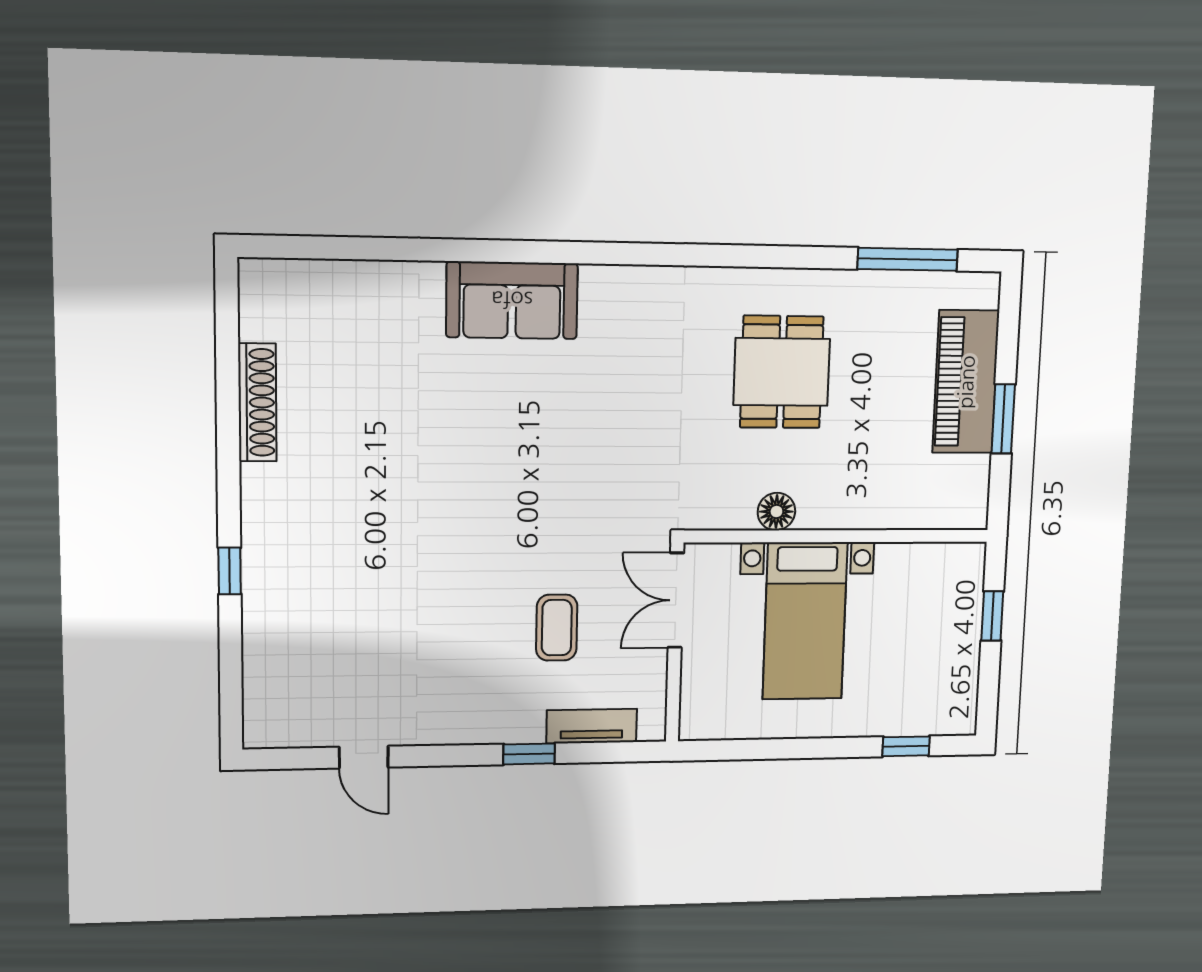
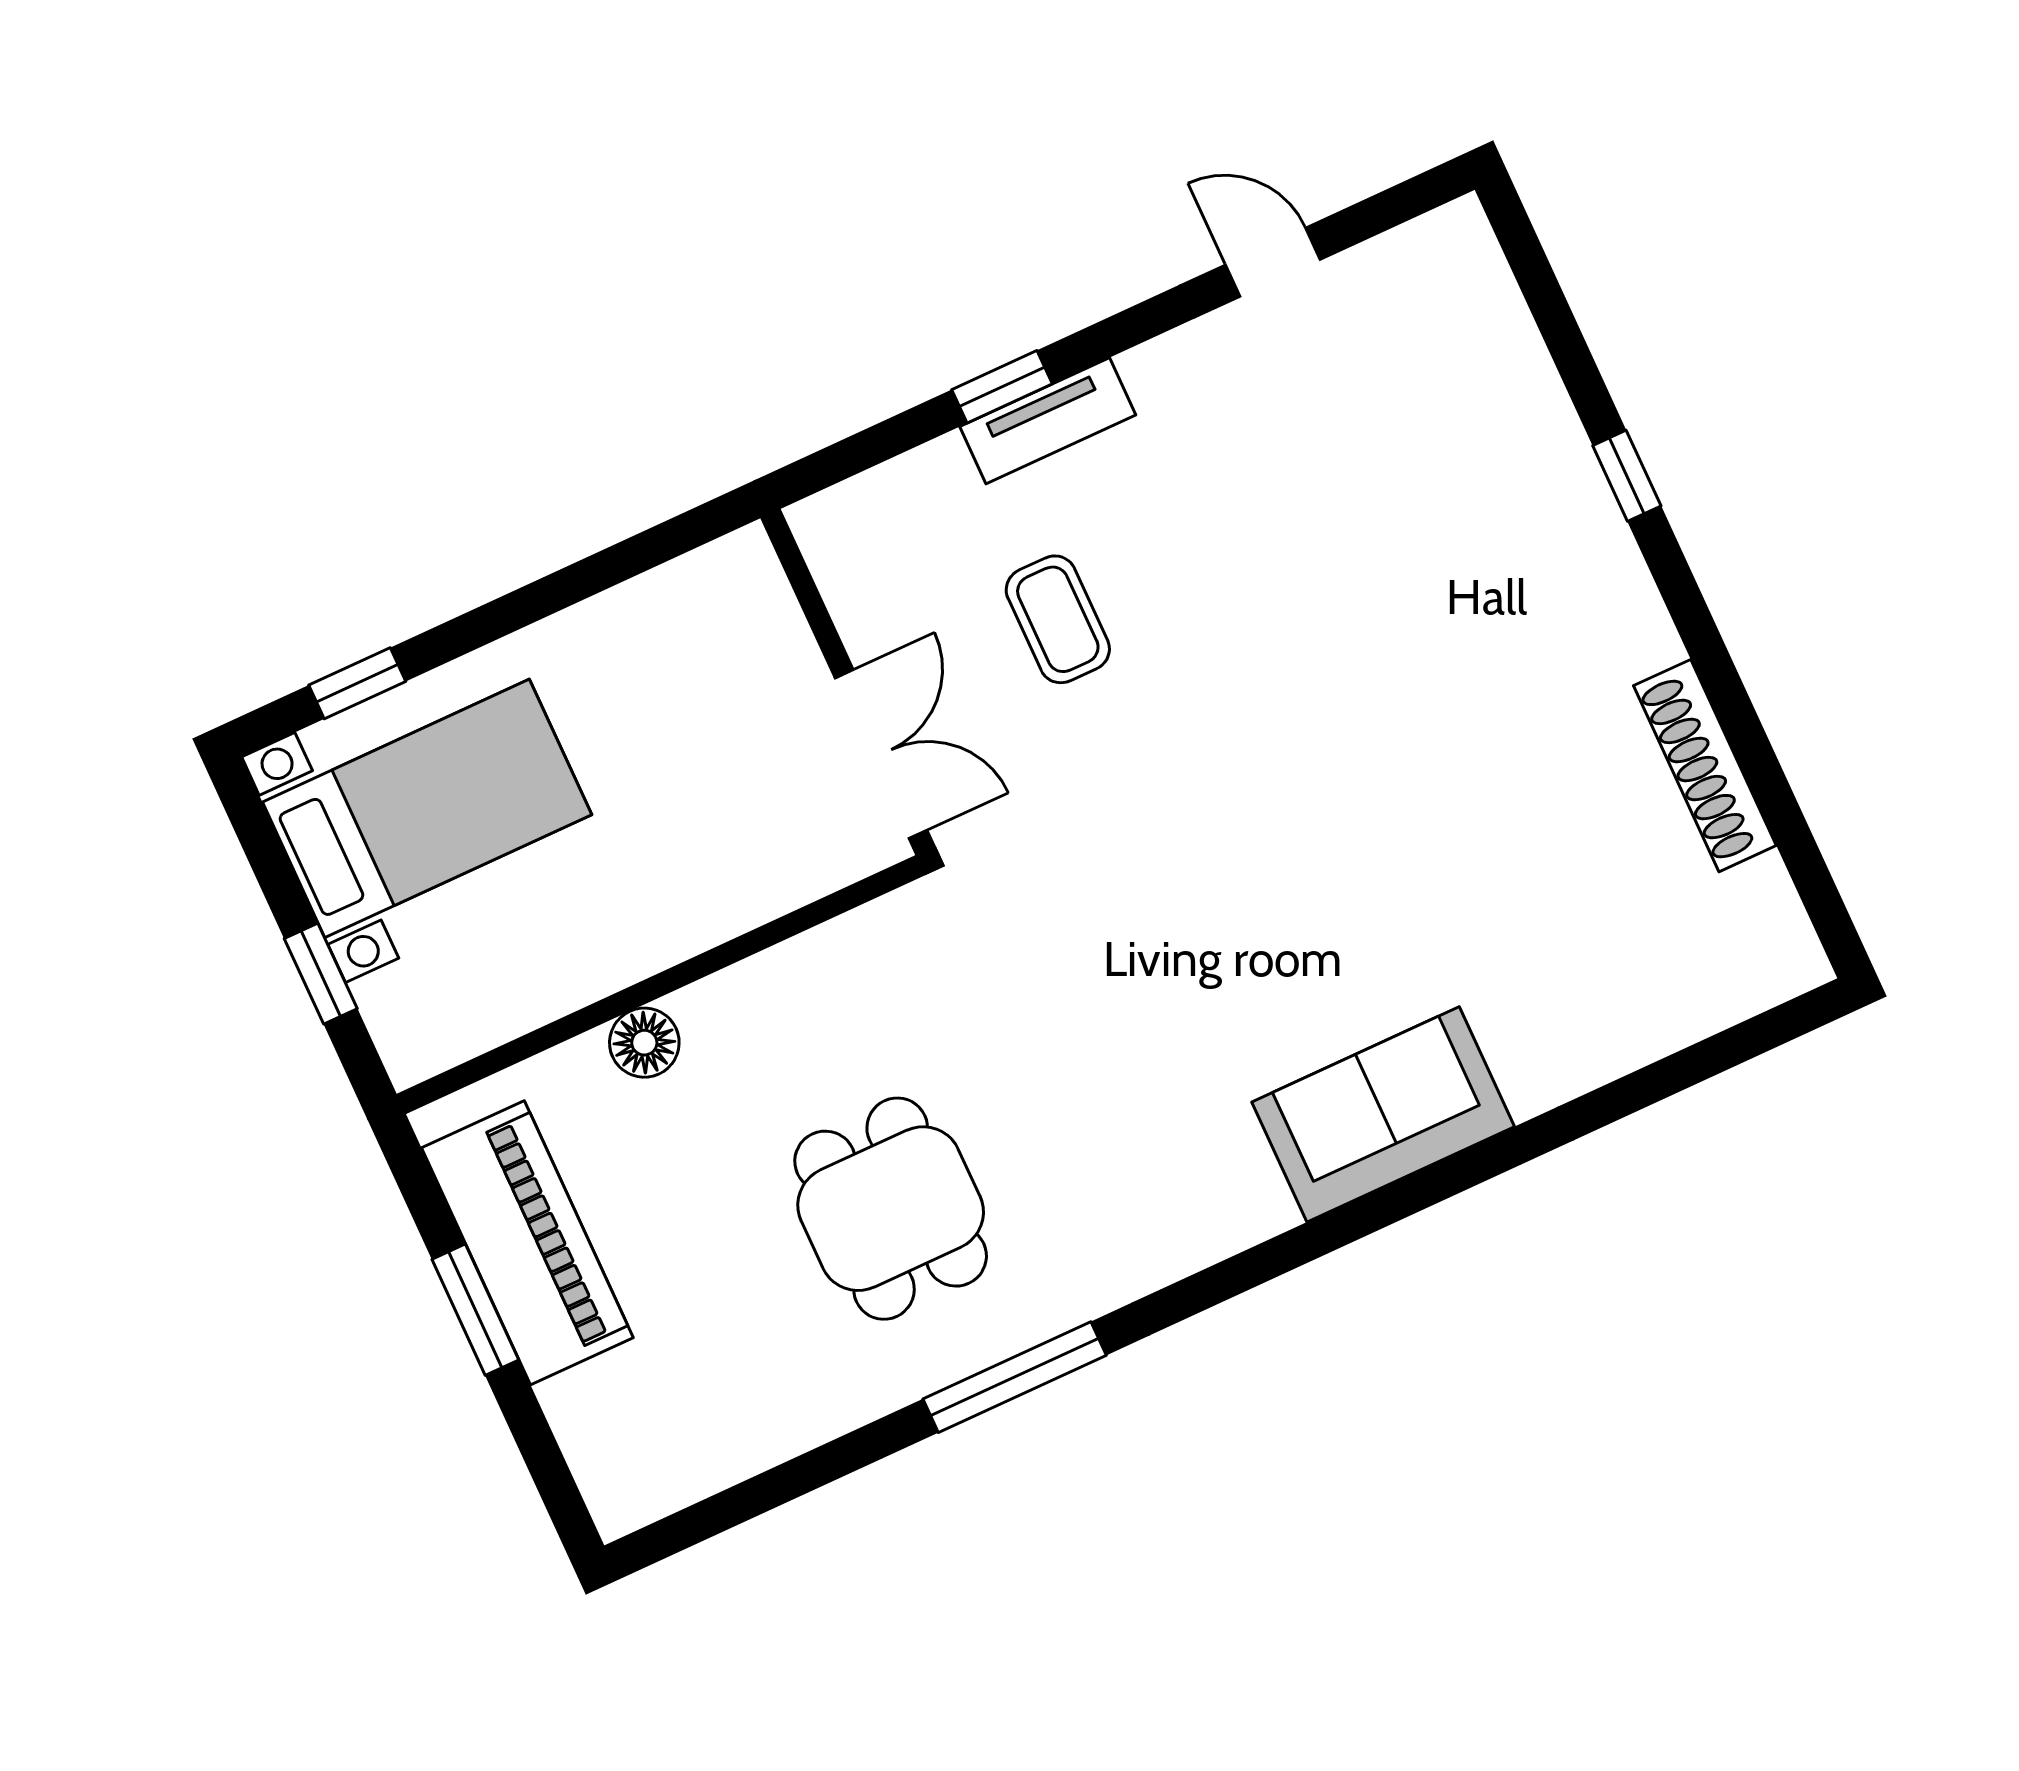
window: (908, 259) -> (1015, 1377), moved
piano: (966, 382) -> (527, 1243), moved
floor lamp: (776, 512) -> (644, 1043), moved
bed with nightstands: (805, 621) -> (427, 808), moved, turned 90
tv unit: (592, 726) -> (1048, 421), moved

